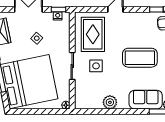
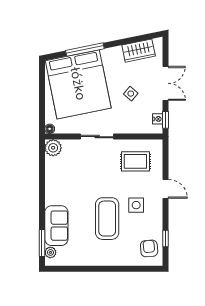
rug: (93, 34) -> (135, 161), width x0.73, depth x0.70
side table: (96, 66) -> (136, 205), moved
plant: (110, 102) -> (53, 148), moved

